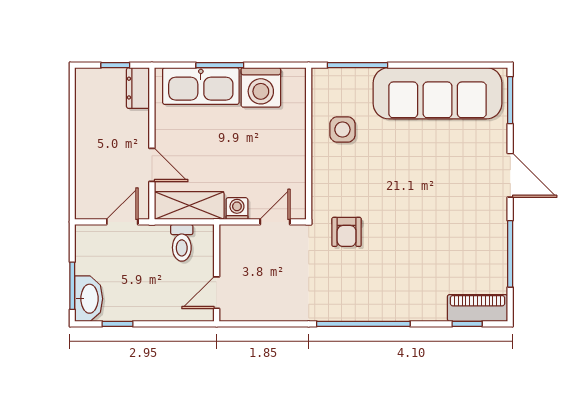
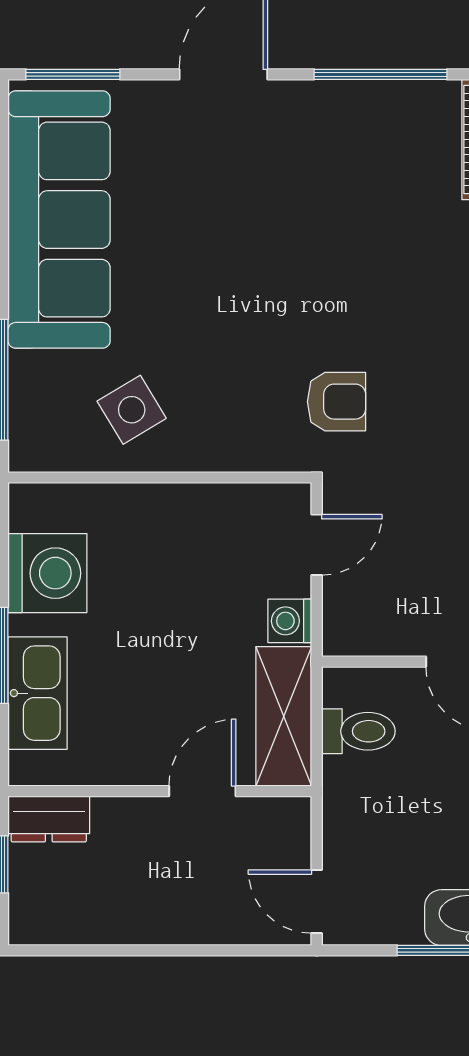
kitchen sink: (201, 86) -> (38, 693), width x0.73, depth x0.81
side table: (342, 130) -> (132, 410), turned -31
door: (122, 222) -> (317, 902), moved
door: (275, 222) -> (317, 545), swing flipped

